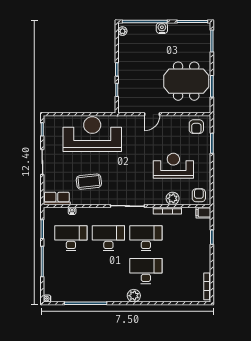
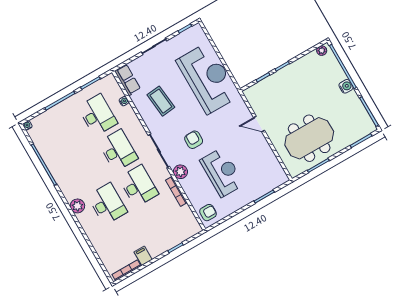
meeting table: (186, 81) -> (309, 138), turned 90
armchair: (196, 127) -> (194, 140), moved, turned 90
plant: (173, 198) -> (180, 172), moved
filing cabinet: (203, 213) -> (143, 256), moved

